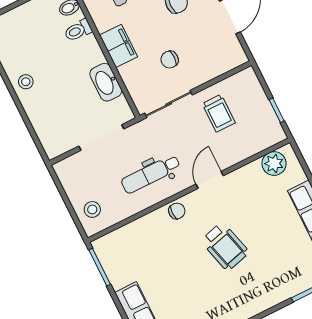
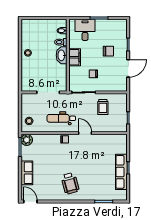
washbasin: (106, 82) -> (62, 55), moved
plant: (274, 163) -> (27, 140), moved
door: (210, 180) -> (85, 133), hinge flipped
wheelchair: (225, 247) -> (70, 183), moved

